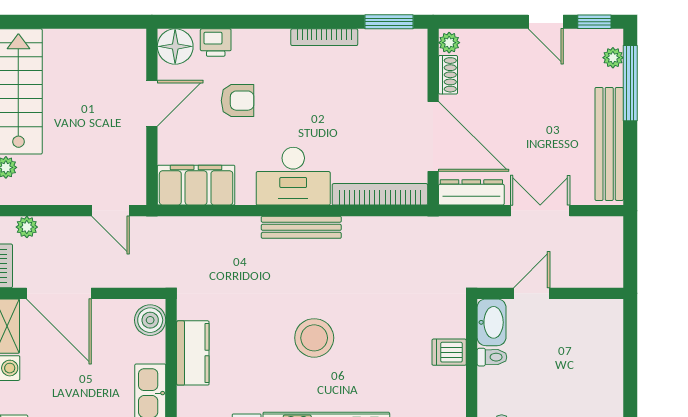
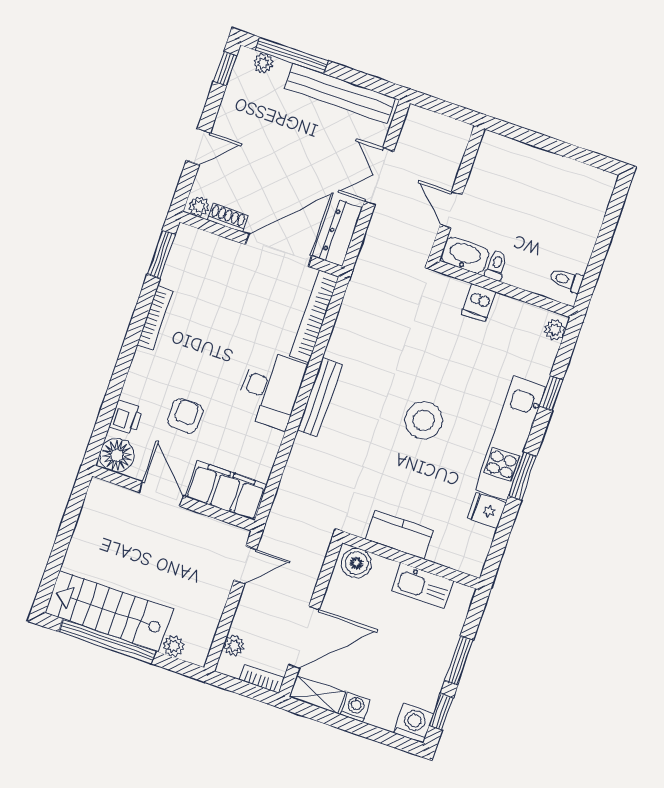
door: (546, 22) -> (198, 147), moved
filing cabinet: (196, 185) -> (226, 491), moved, turned 90

